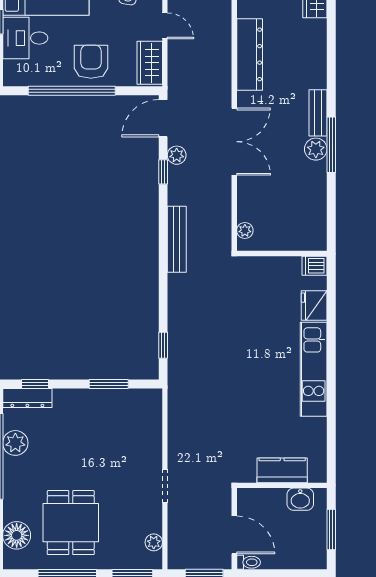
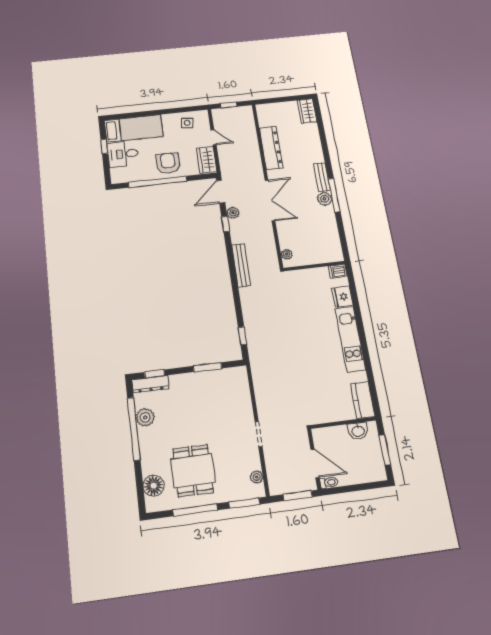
kitchen counter: (282, 470) -> (363, 400), moved, turned -90

